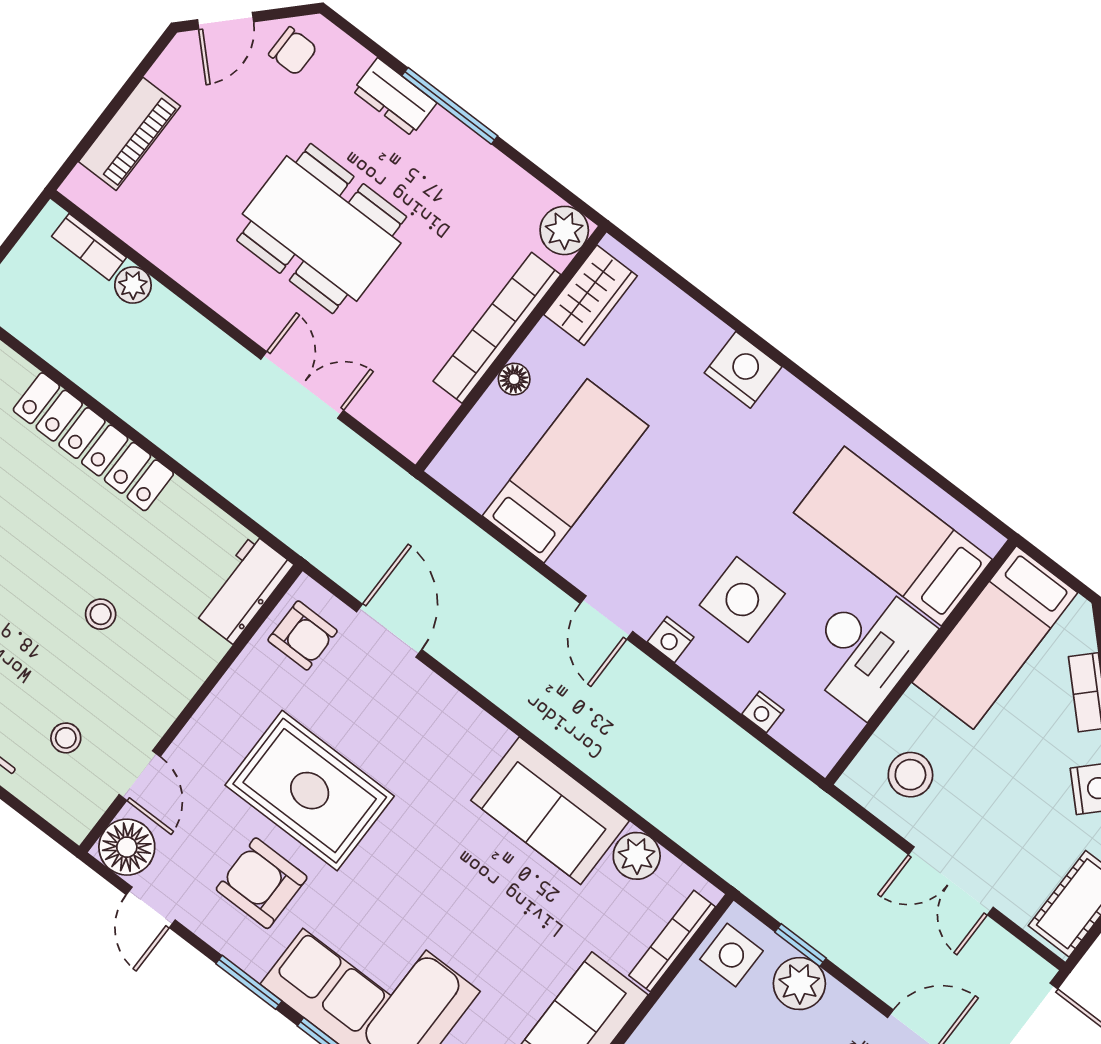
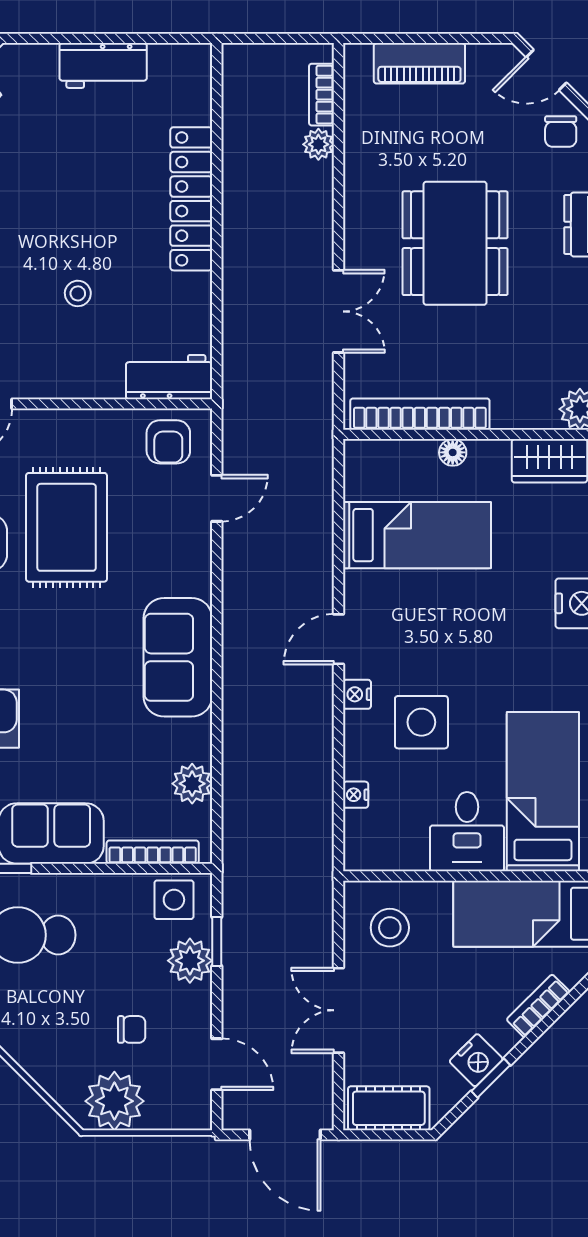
bookcase: (497, 328) -> (420, 414), moved
door: (389, 631) -> (217, 498), width x0.73
desk: (866, 648) -> (467, 832), width x0.73
sofa: (550, 811) -> (178, 657), moved

